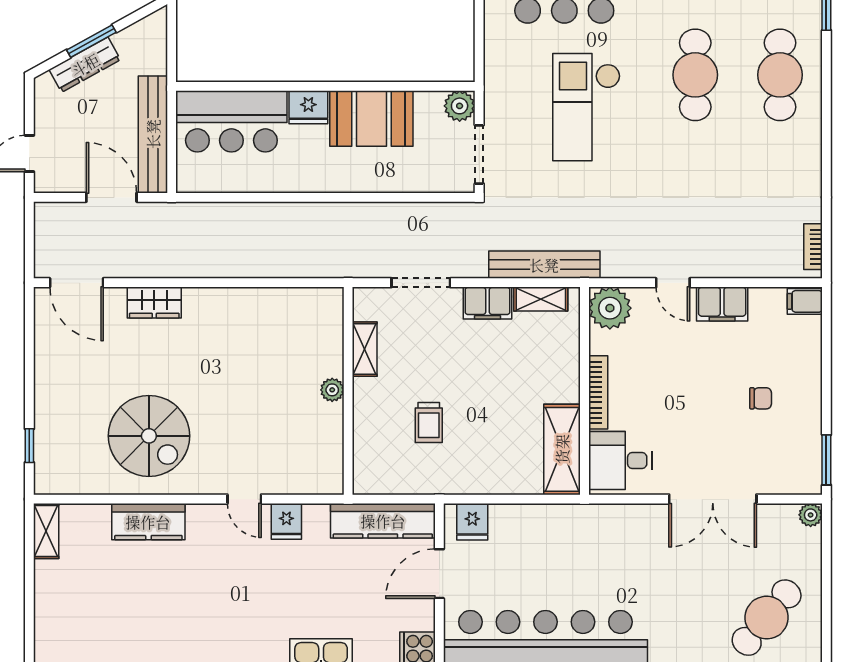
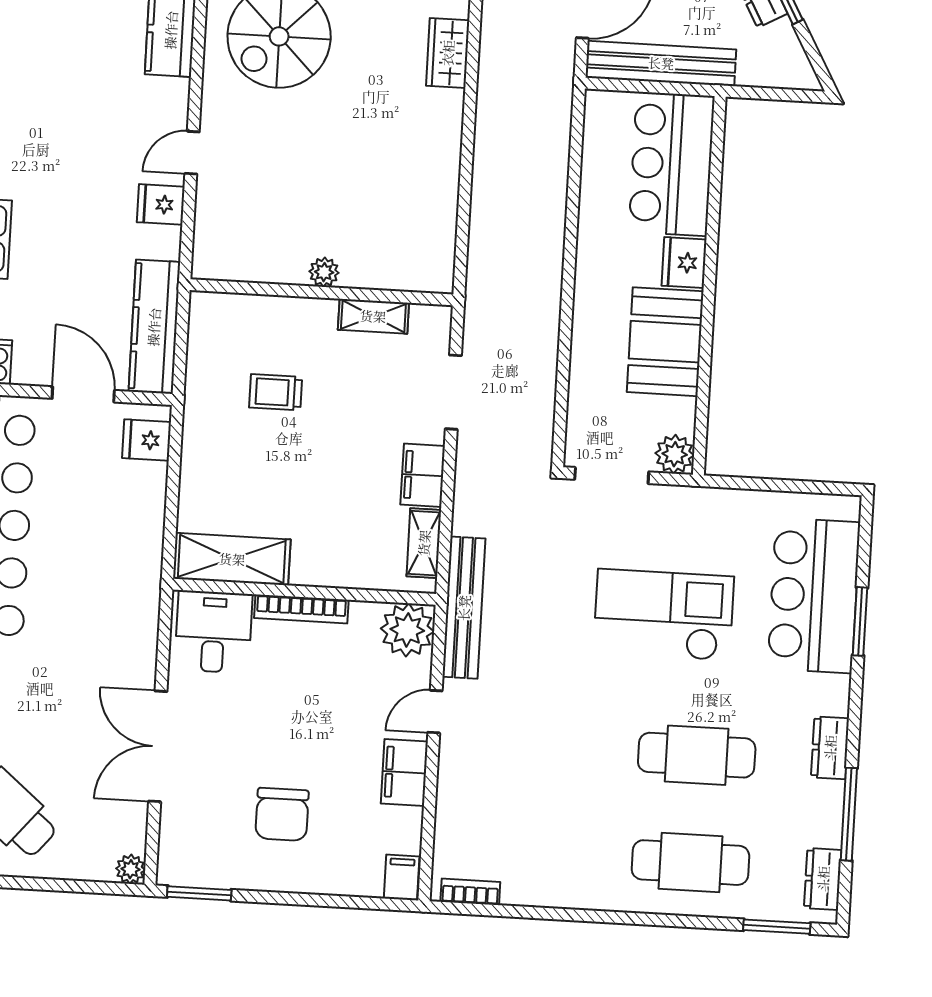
bench: (544, 265) -> (464, 608), moved
chair: (761, 398) -> (282, 814), width x1.87, depth x1.87

